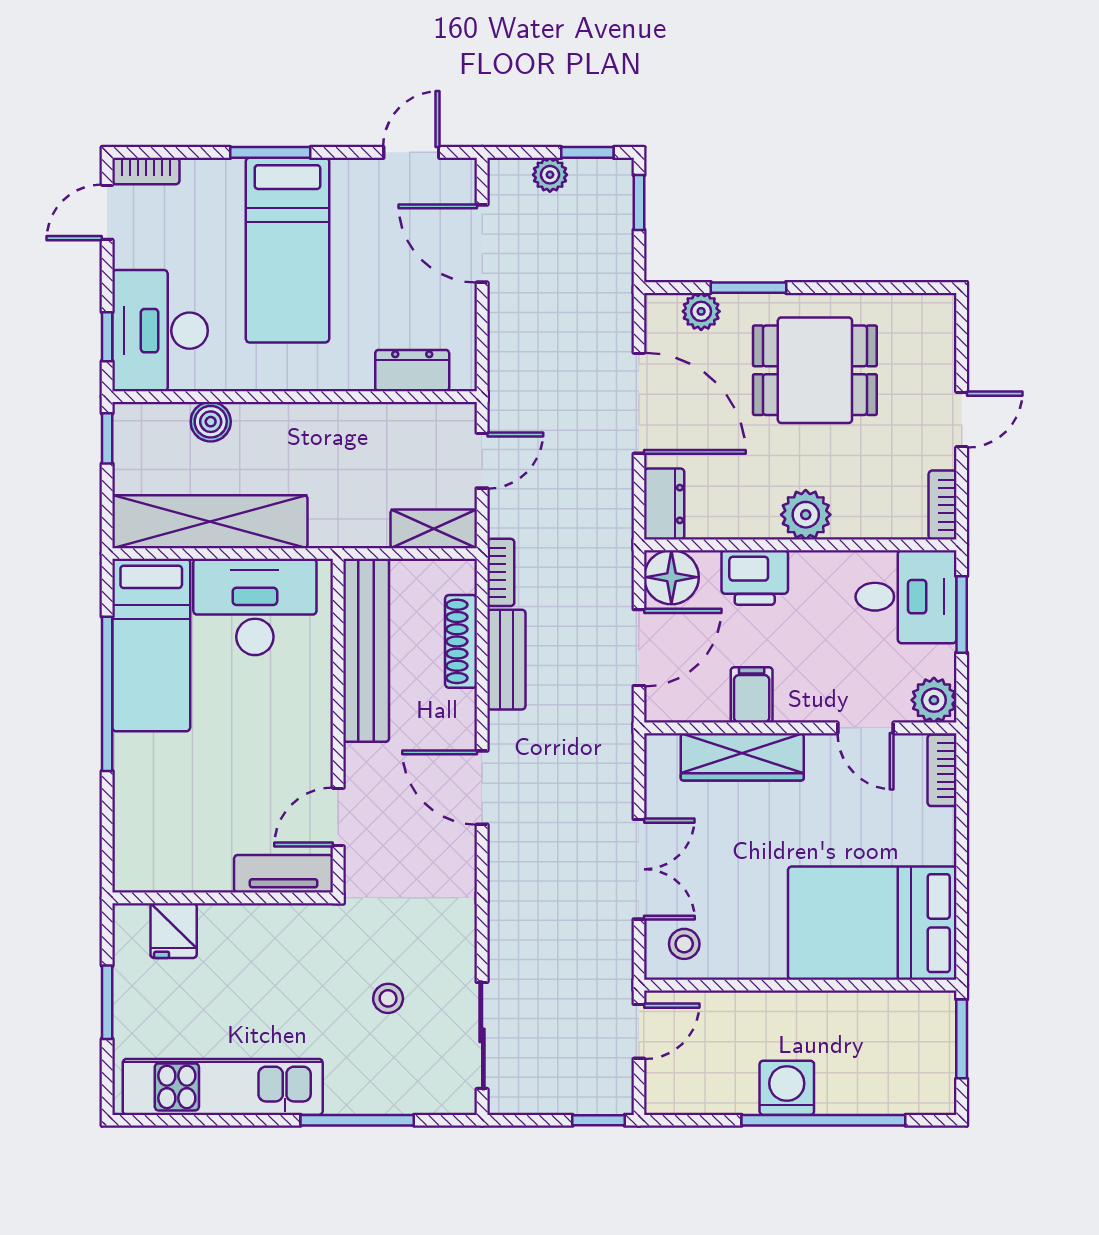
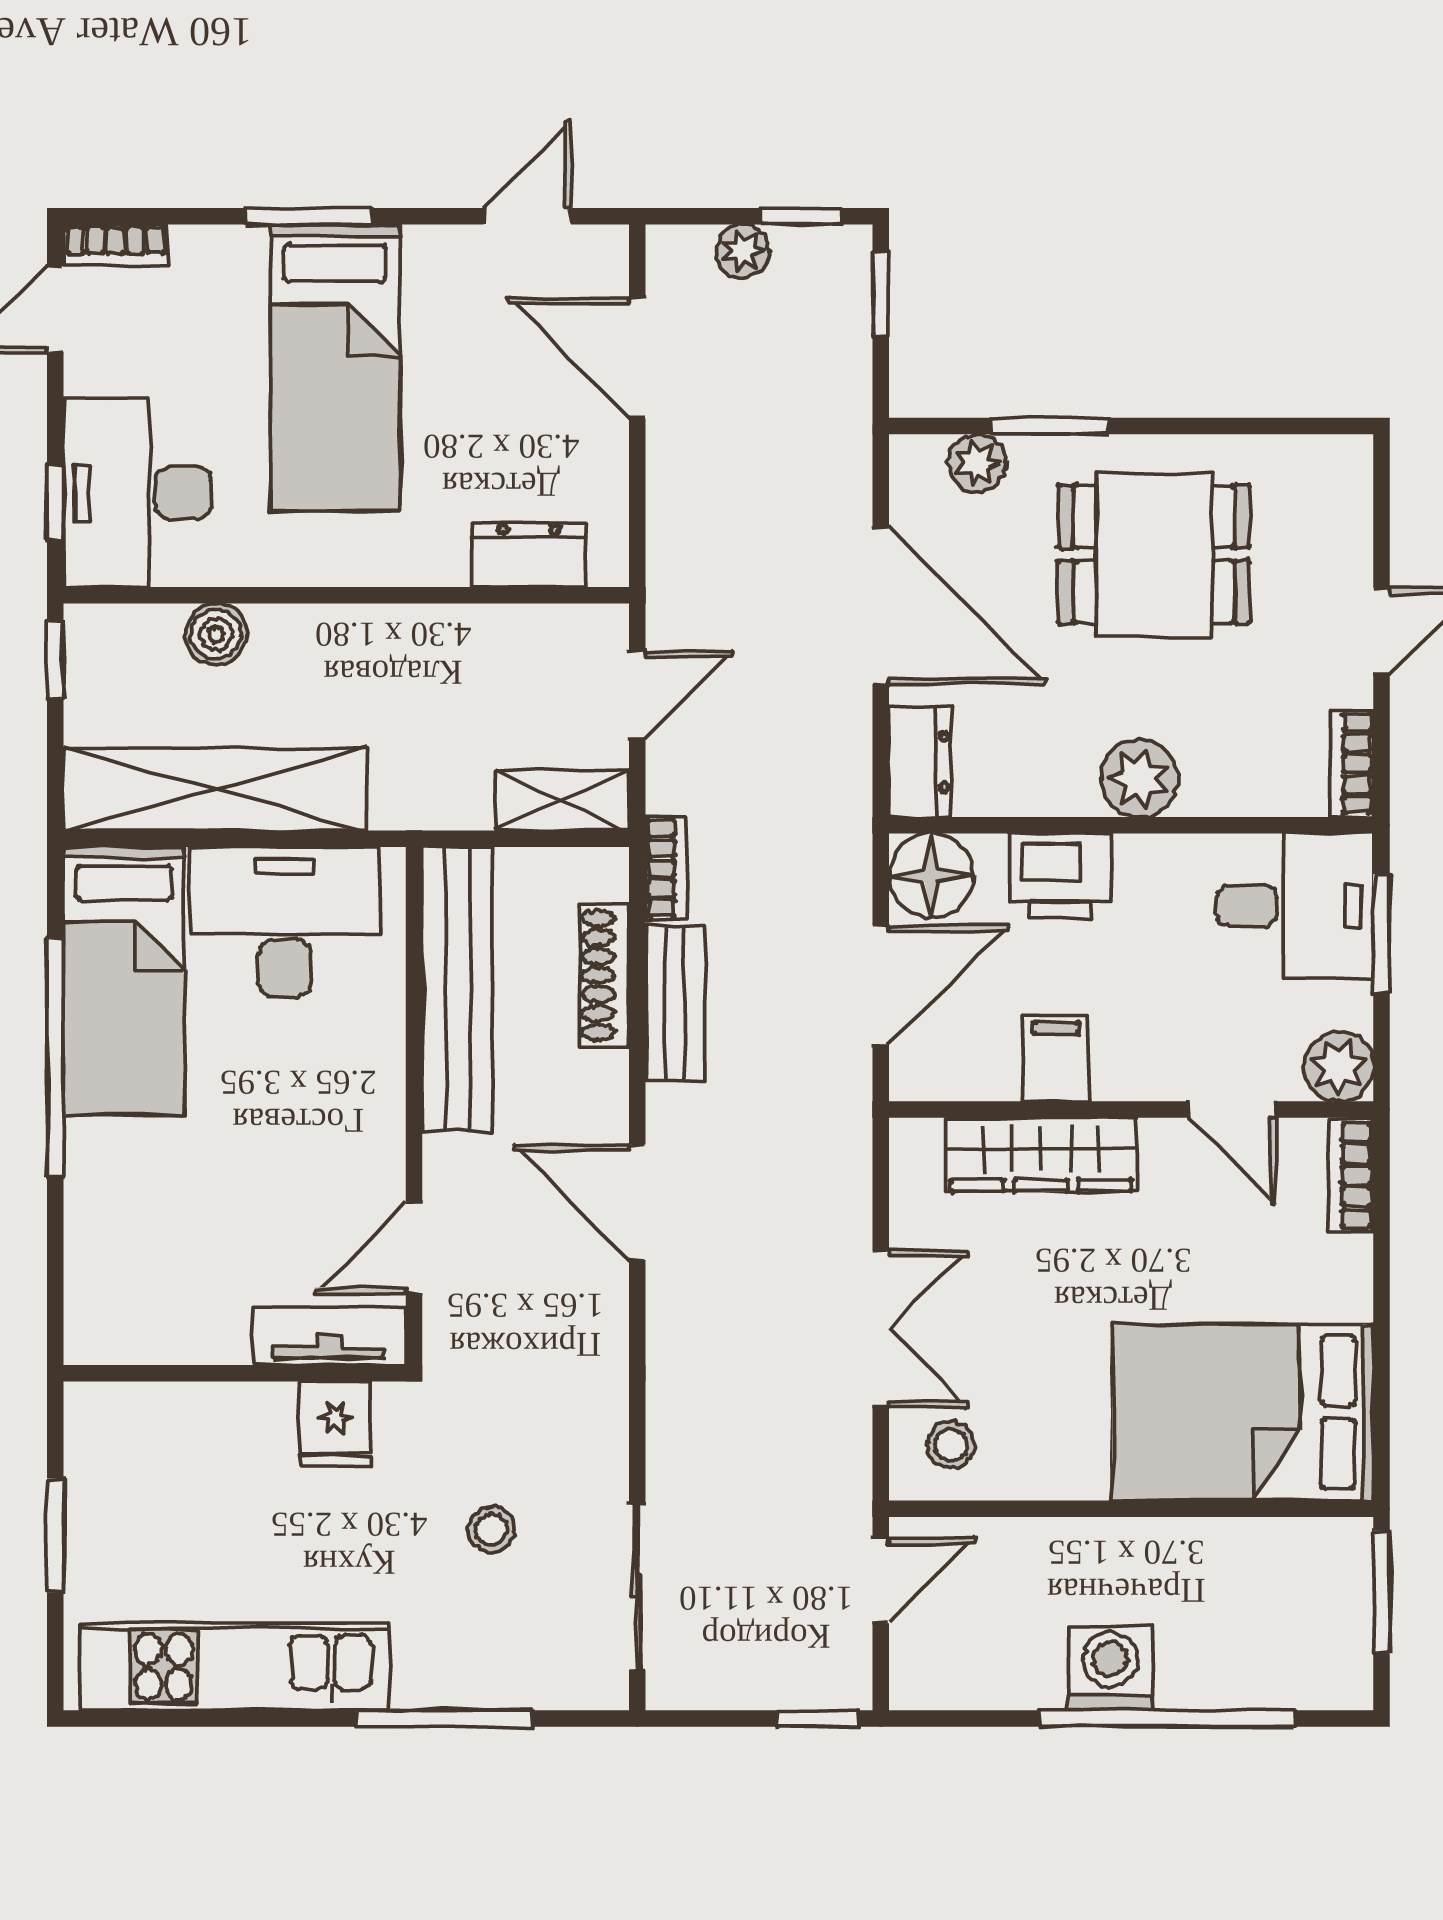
fridge: (174, 931) -> (335, 1424), moved

